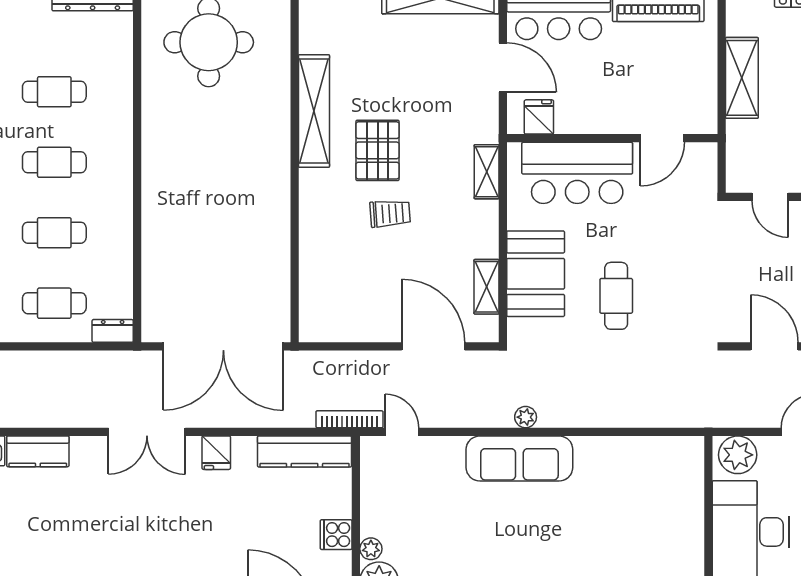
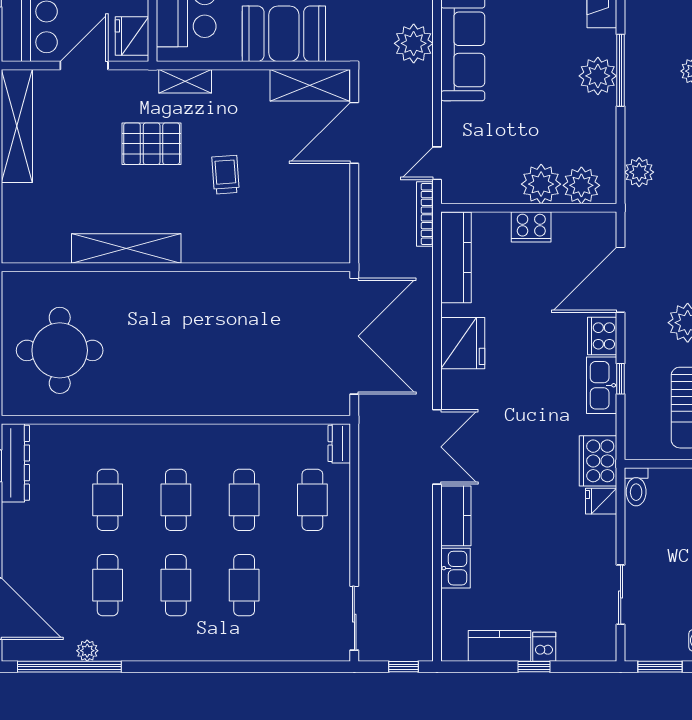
fridge: (539, 117) -> (132, 36), width x1.38
pallet: (378, 150) -> (152, 144), moved
shelving: (486, 287) -> (310, 85), width x1.50, depth x1.33
plant: (526, 417) -> (414, 43), width x1.87, depth x1.87
double door: (147, 432) -> (437, 447), moved
fridge: (216, 453) -> (463, 343), width x1.88, depth x1.34
cooker: (336, 535) -> (531, 227), width x1.36
plant: (371, 549) -> (541, 184), width x1.87, depth x1.87

